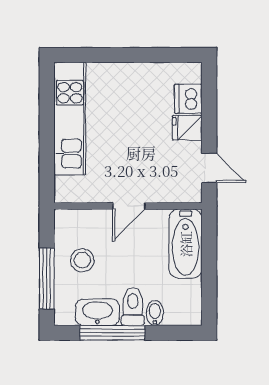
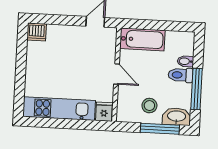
dishwasher: (188, 99) -> (37, 32), moved
fridge: (187, 128) -> (104, 112), moved, turned 180
washbasin: (97, 312) -> (177, 117), moved, turned 90

